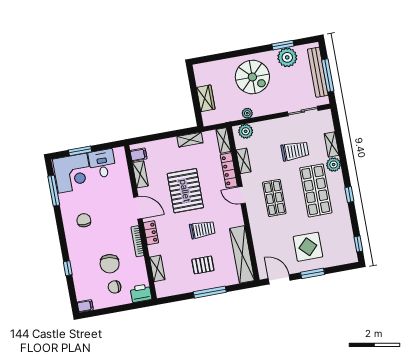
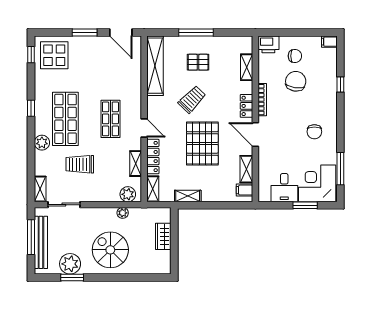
shelving: (332, 144) -> (40, 189), moved
trolley: (202, 230) -> (192, 99), turned 134
display table: (308, 247) -> (54, 55), moved

